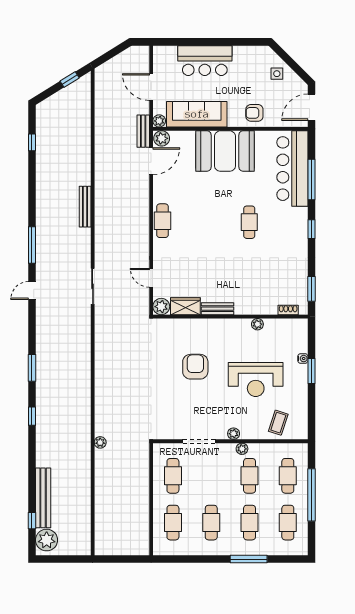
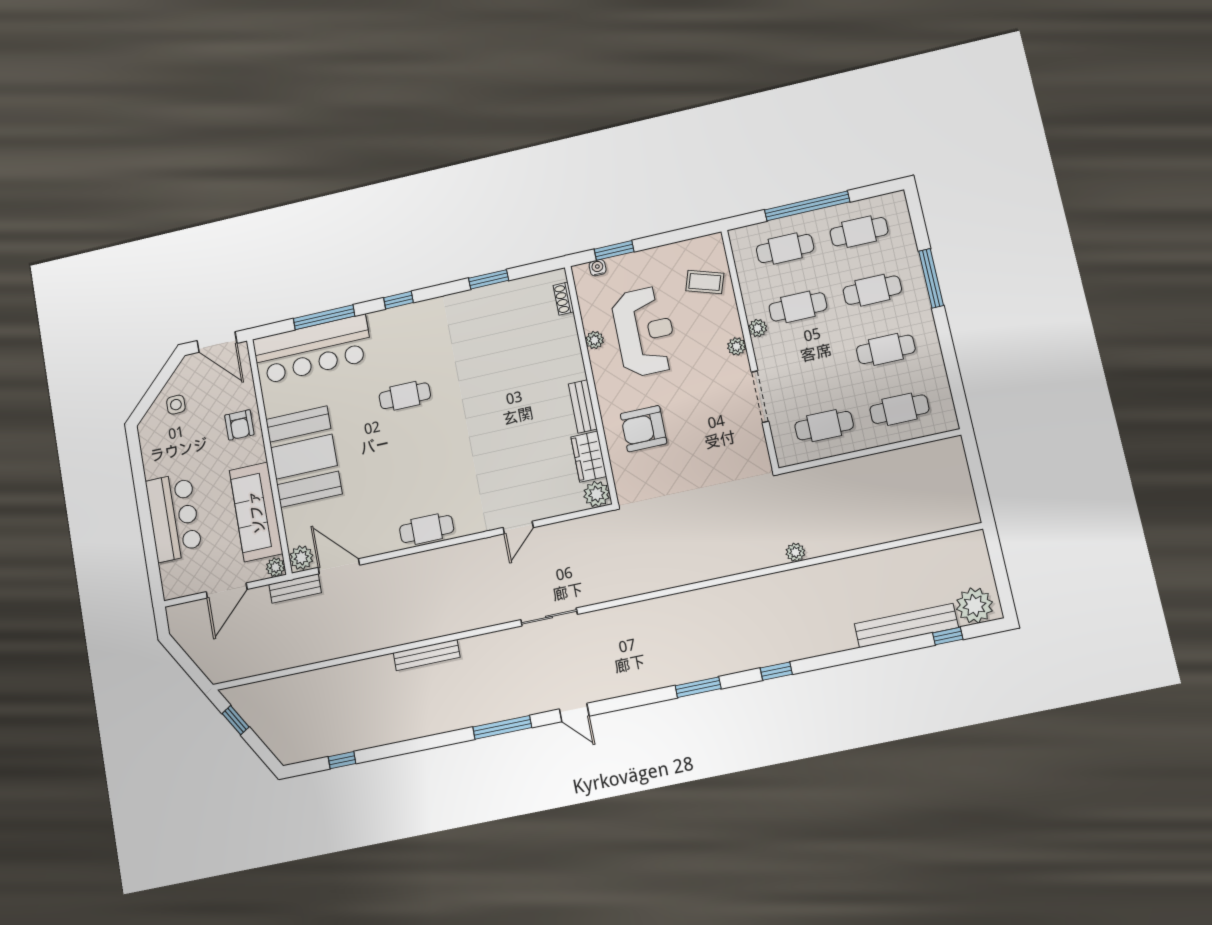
wardrobe: (185, 306) -> (589, 457), moved
plant: (161, 307) -> (597, 494), moved
bench: (217, 309) -> (583, 406), moved
shoe rack: (288, 310) -> (563, 299), moved
wall: (230, 317) -> (591, 384), moved
plant: (257, 324) -> (595, 340), moved

